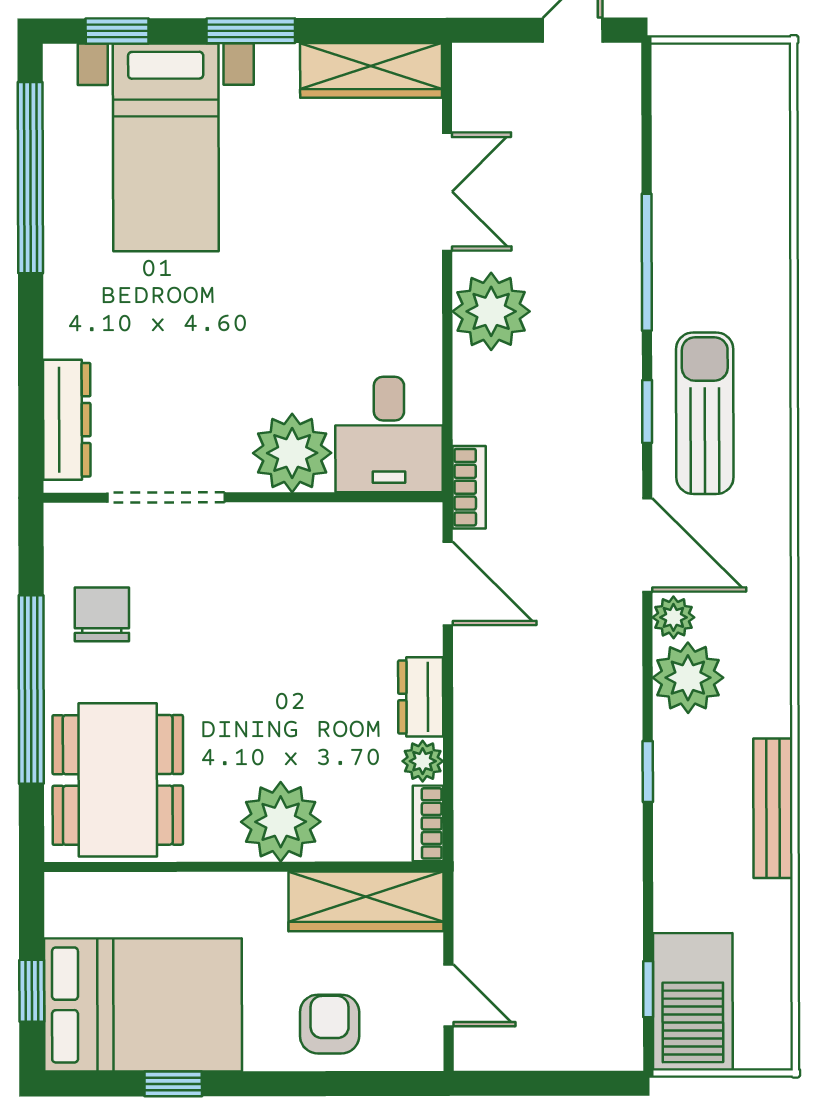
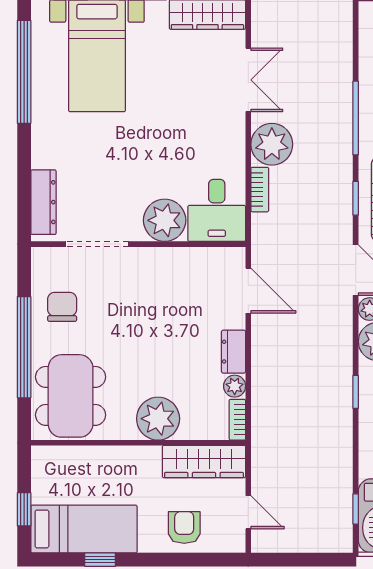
bookcase: (469, 487) -> (260, 190), moved
bed: (143, 1005) -> (84, 529), width x0.67

